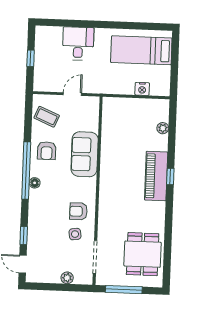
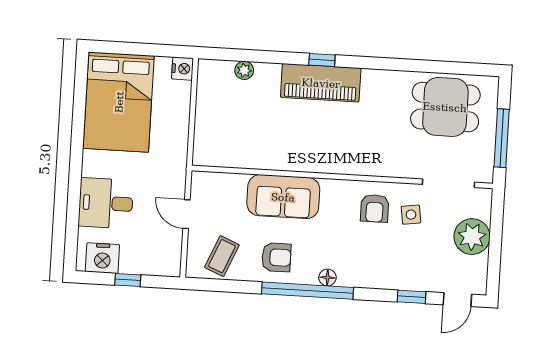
nightstand: (44, 42) -> (102, 258), added
bed: (141, 50) -> (119, 102), width x1.50
nightstand: (142, 89) -> (183, 69), moved
plant: (67, 278) -> (472, 237), width x1.87, depth x1.87

